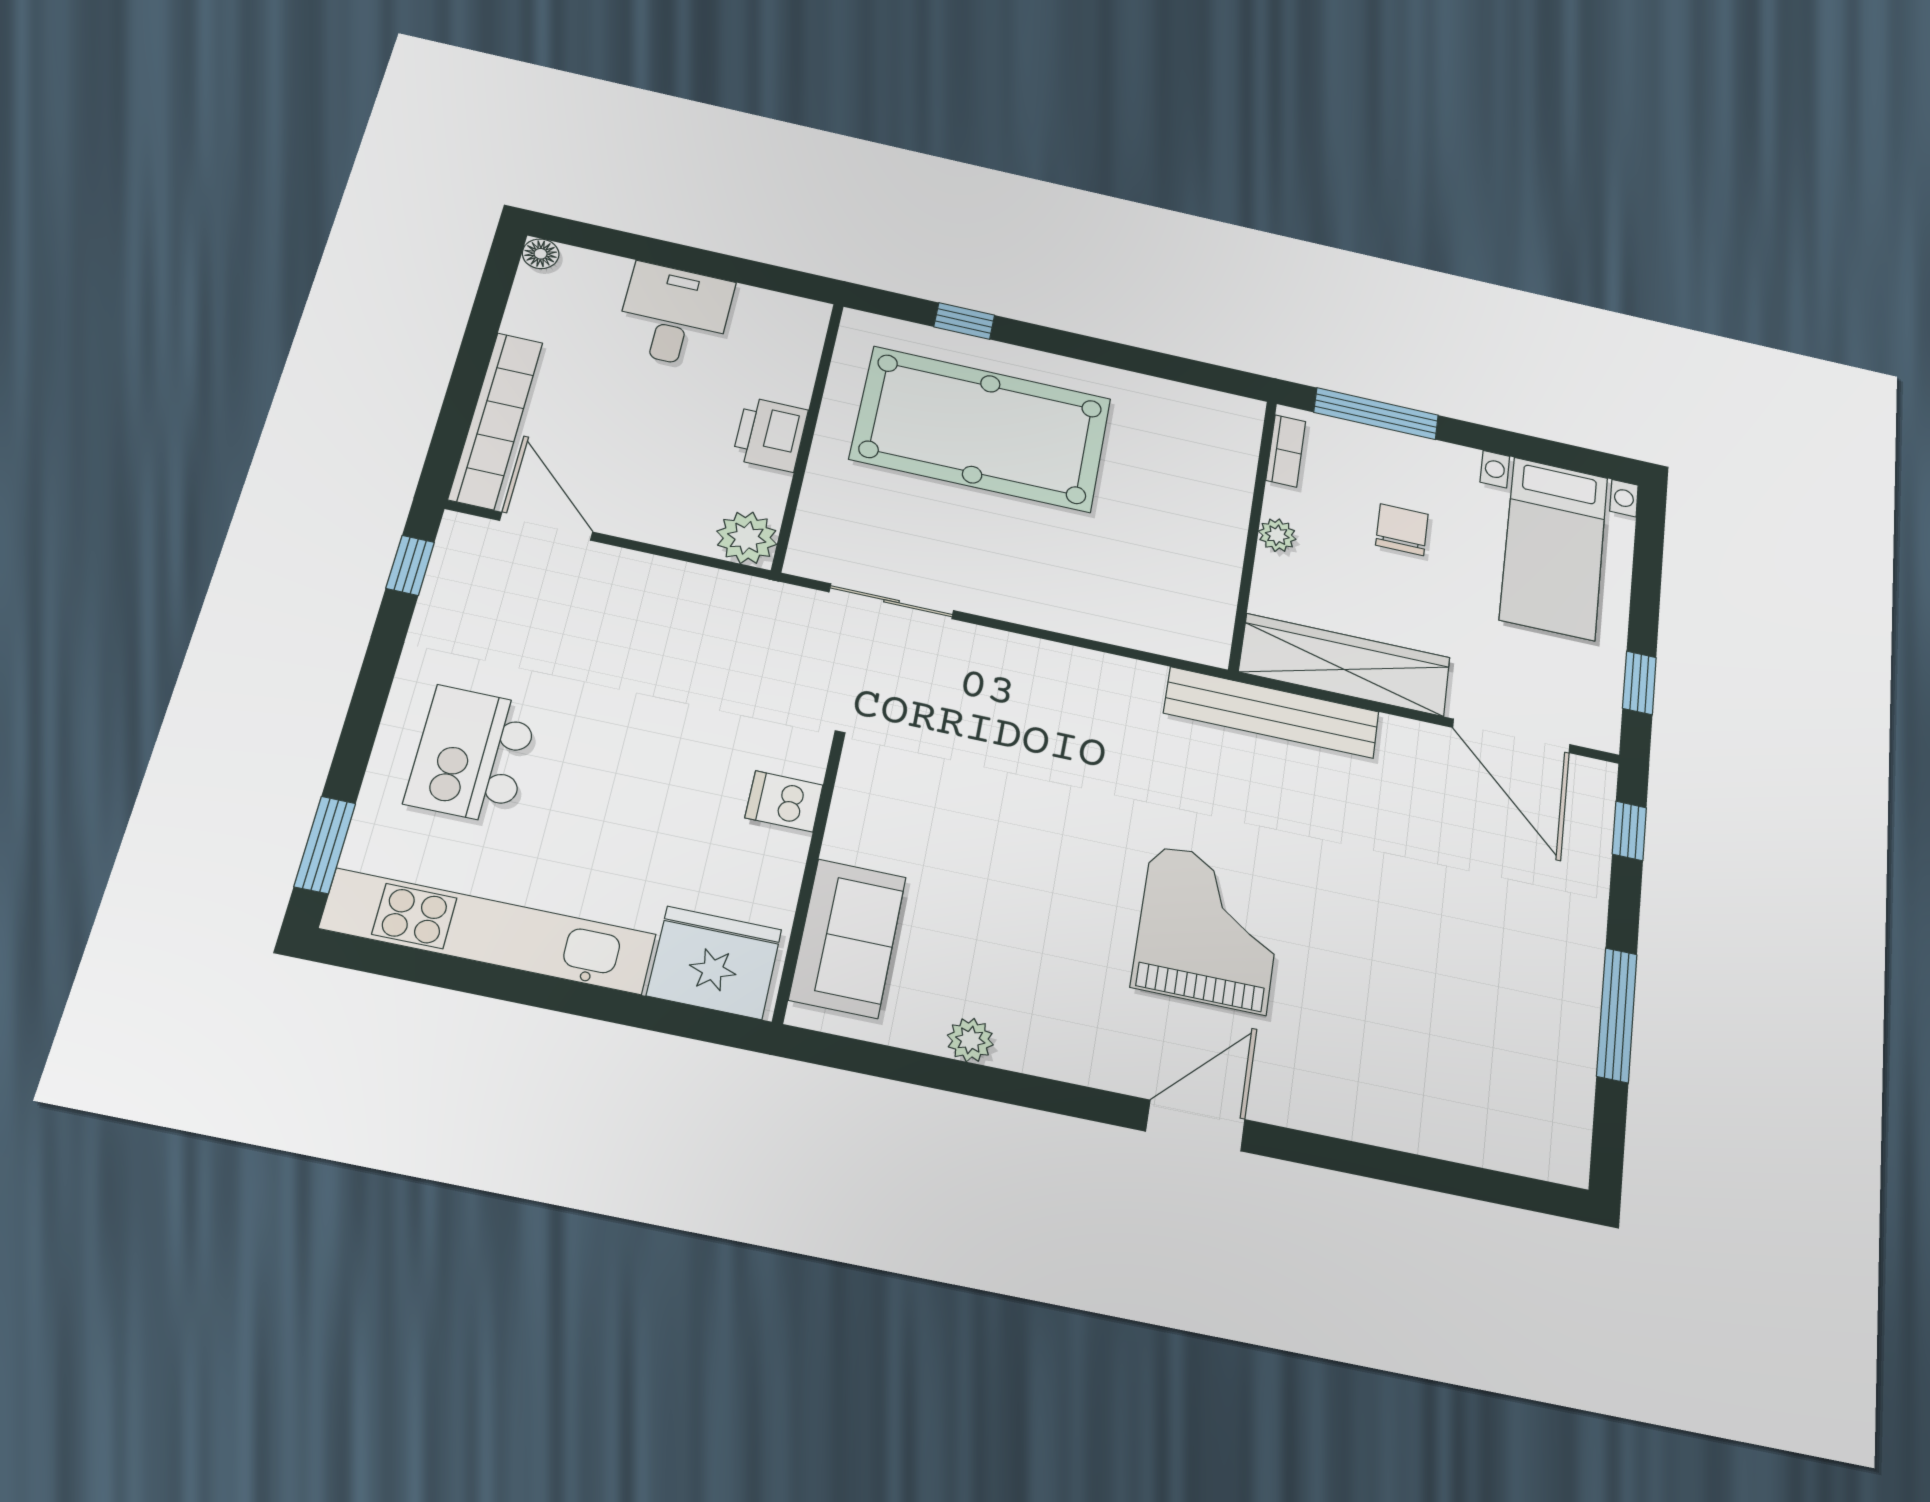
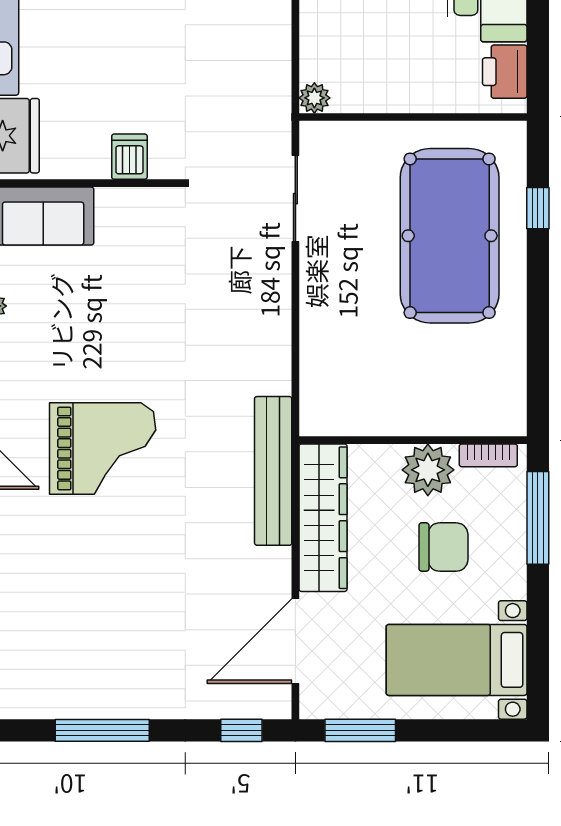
printer: (770, 434) -> (505, 72), moved, turned -90
chair: (1402, 530) -> (443, 547), width x1.37, depth x1.37
plant: (1277, 535) -> (428, 470), width x1.88, depth x1.88
plant: (747, 538) -> (314, 98), width x0.73, depth x0.73
window: (1639, 683) -> (360, 730), width x1.50

